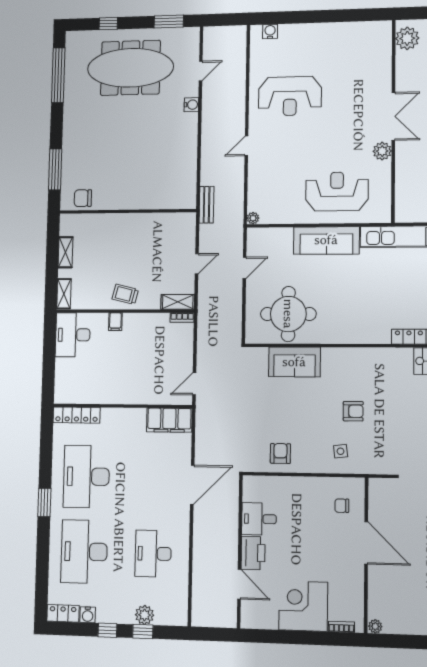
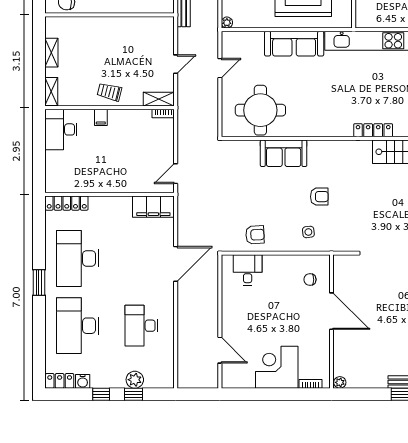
sofa: (294, 362) -> (284, 153), moved
armchair: (280, 453) -> (255, 235), turned 87
desk: (259, 519) -> (248, 270), moved, turned 90
printer: (253, 553) -> (232, 323), removed

